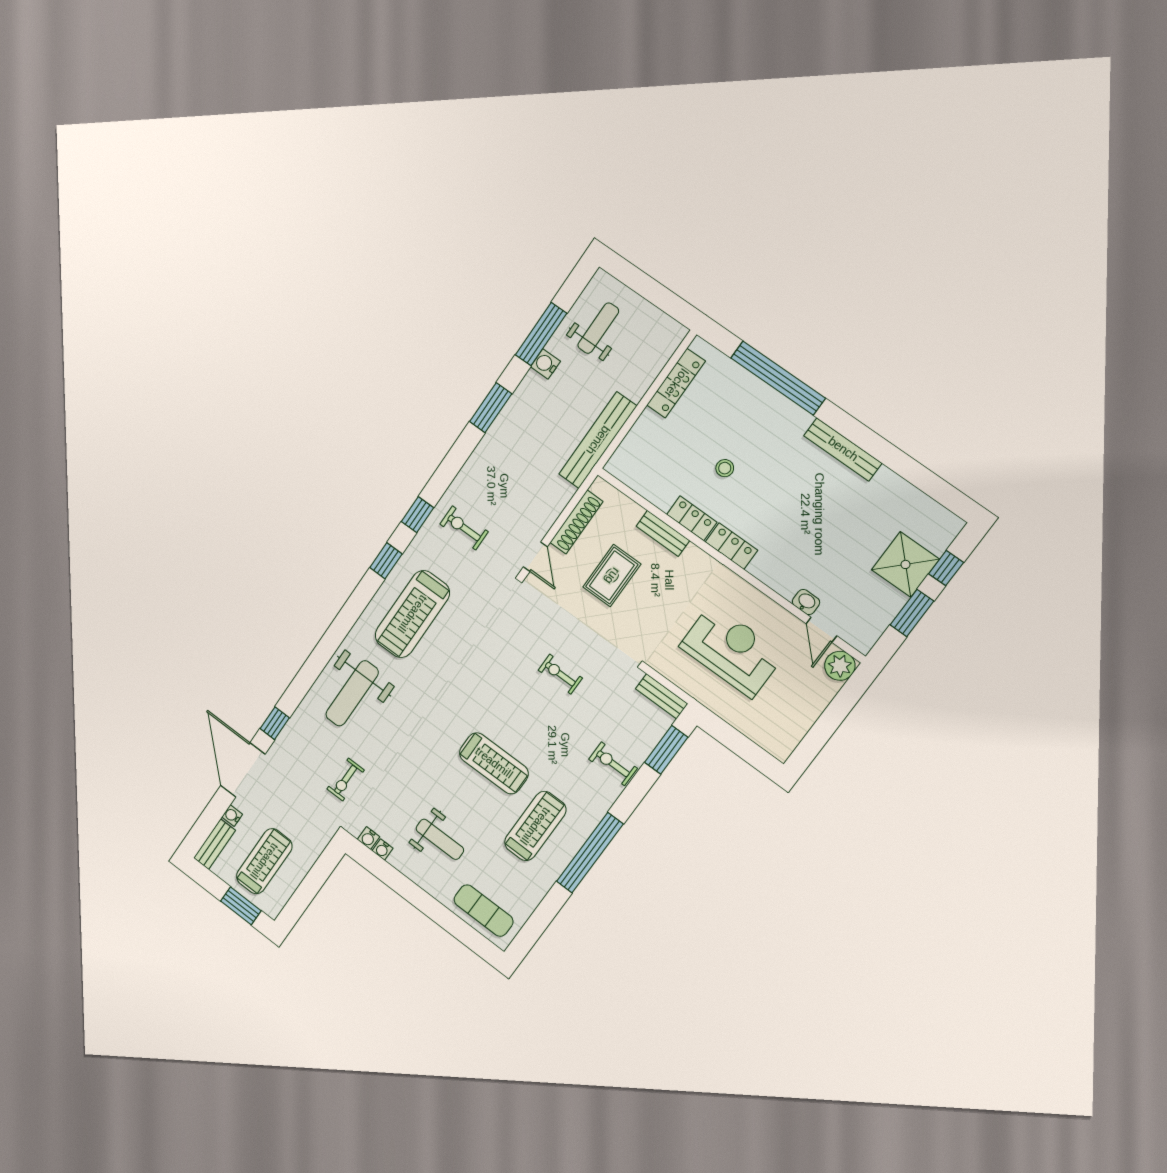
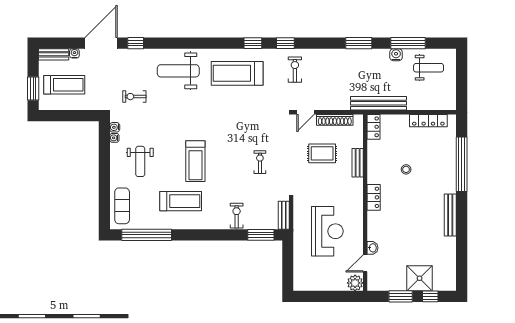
locker: (692, 518) -> (373, 127), moved
window: (590, 853) -> (147, 235), moved

